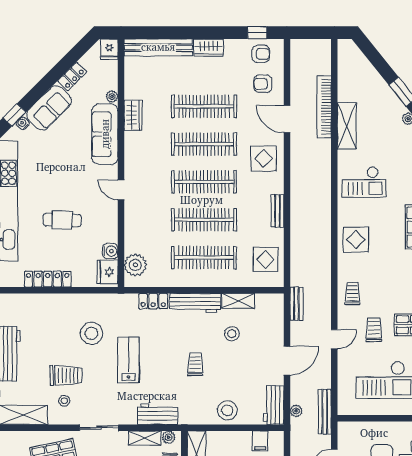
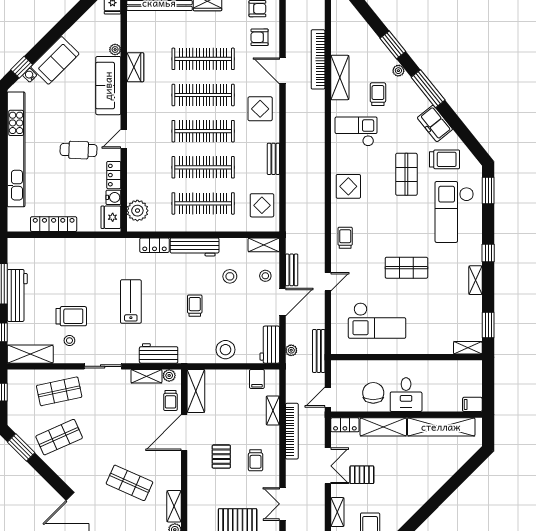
locker: (72, 76) -> (114, 175), moved, turned 135
checkout: (364, 182) -> (356, 131), turned 180
door: (121, 190) -> (124, 139), hinge flipped
cafe table: (62, 220) -> (79, 150), moved
shelving: (238, 301) -> (264, 245), moved
bench: (296, 304) -> (292, 270), moved
trolley: (374, 330) -> (378, 94), moved
stool: (91, 333) -> (265, 276), moved, width x0.53, depth x0.53

